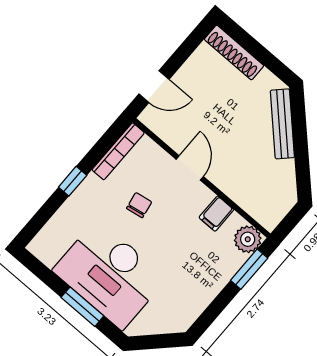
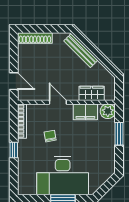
door: (154, 87) -> (14, 81), hinge flipped
wardrobe: (247, 196) -> (92, 93), added
filing cabinet: (216, 214) -> (85, 112), width x2.00
window: (249, 269) -> (119, 134), moved

